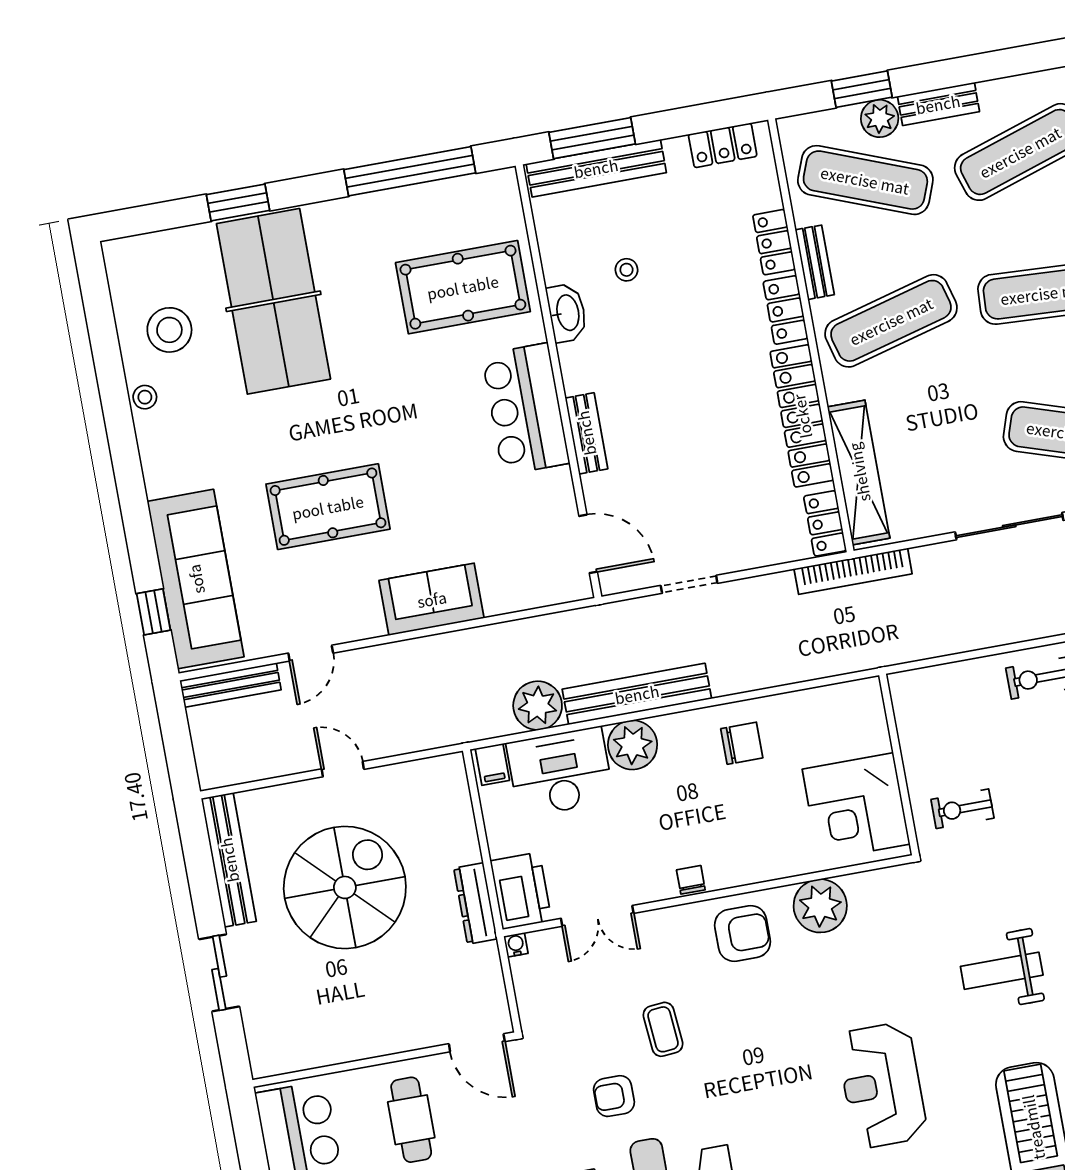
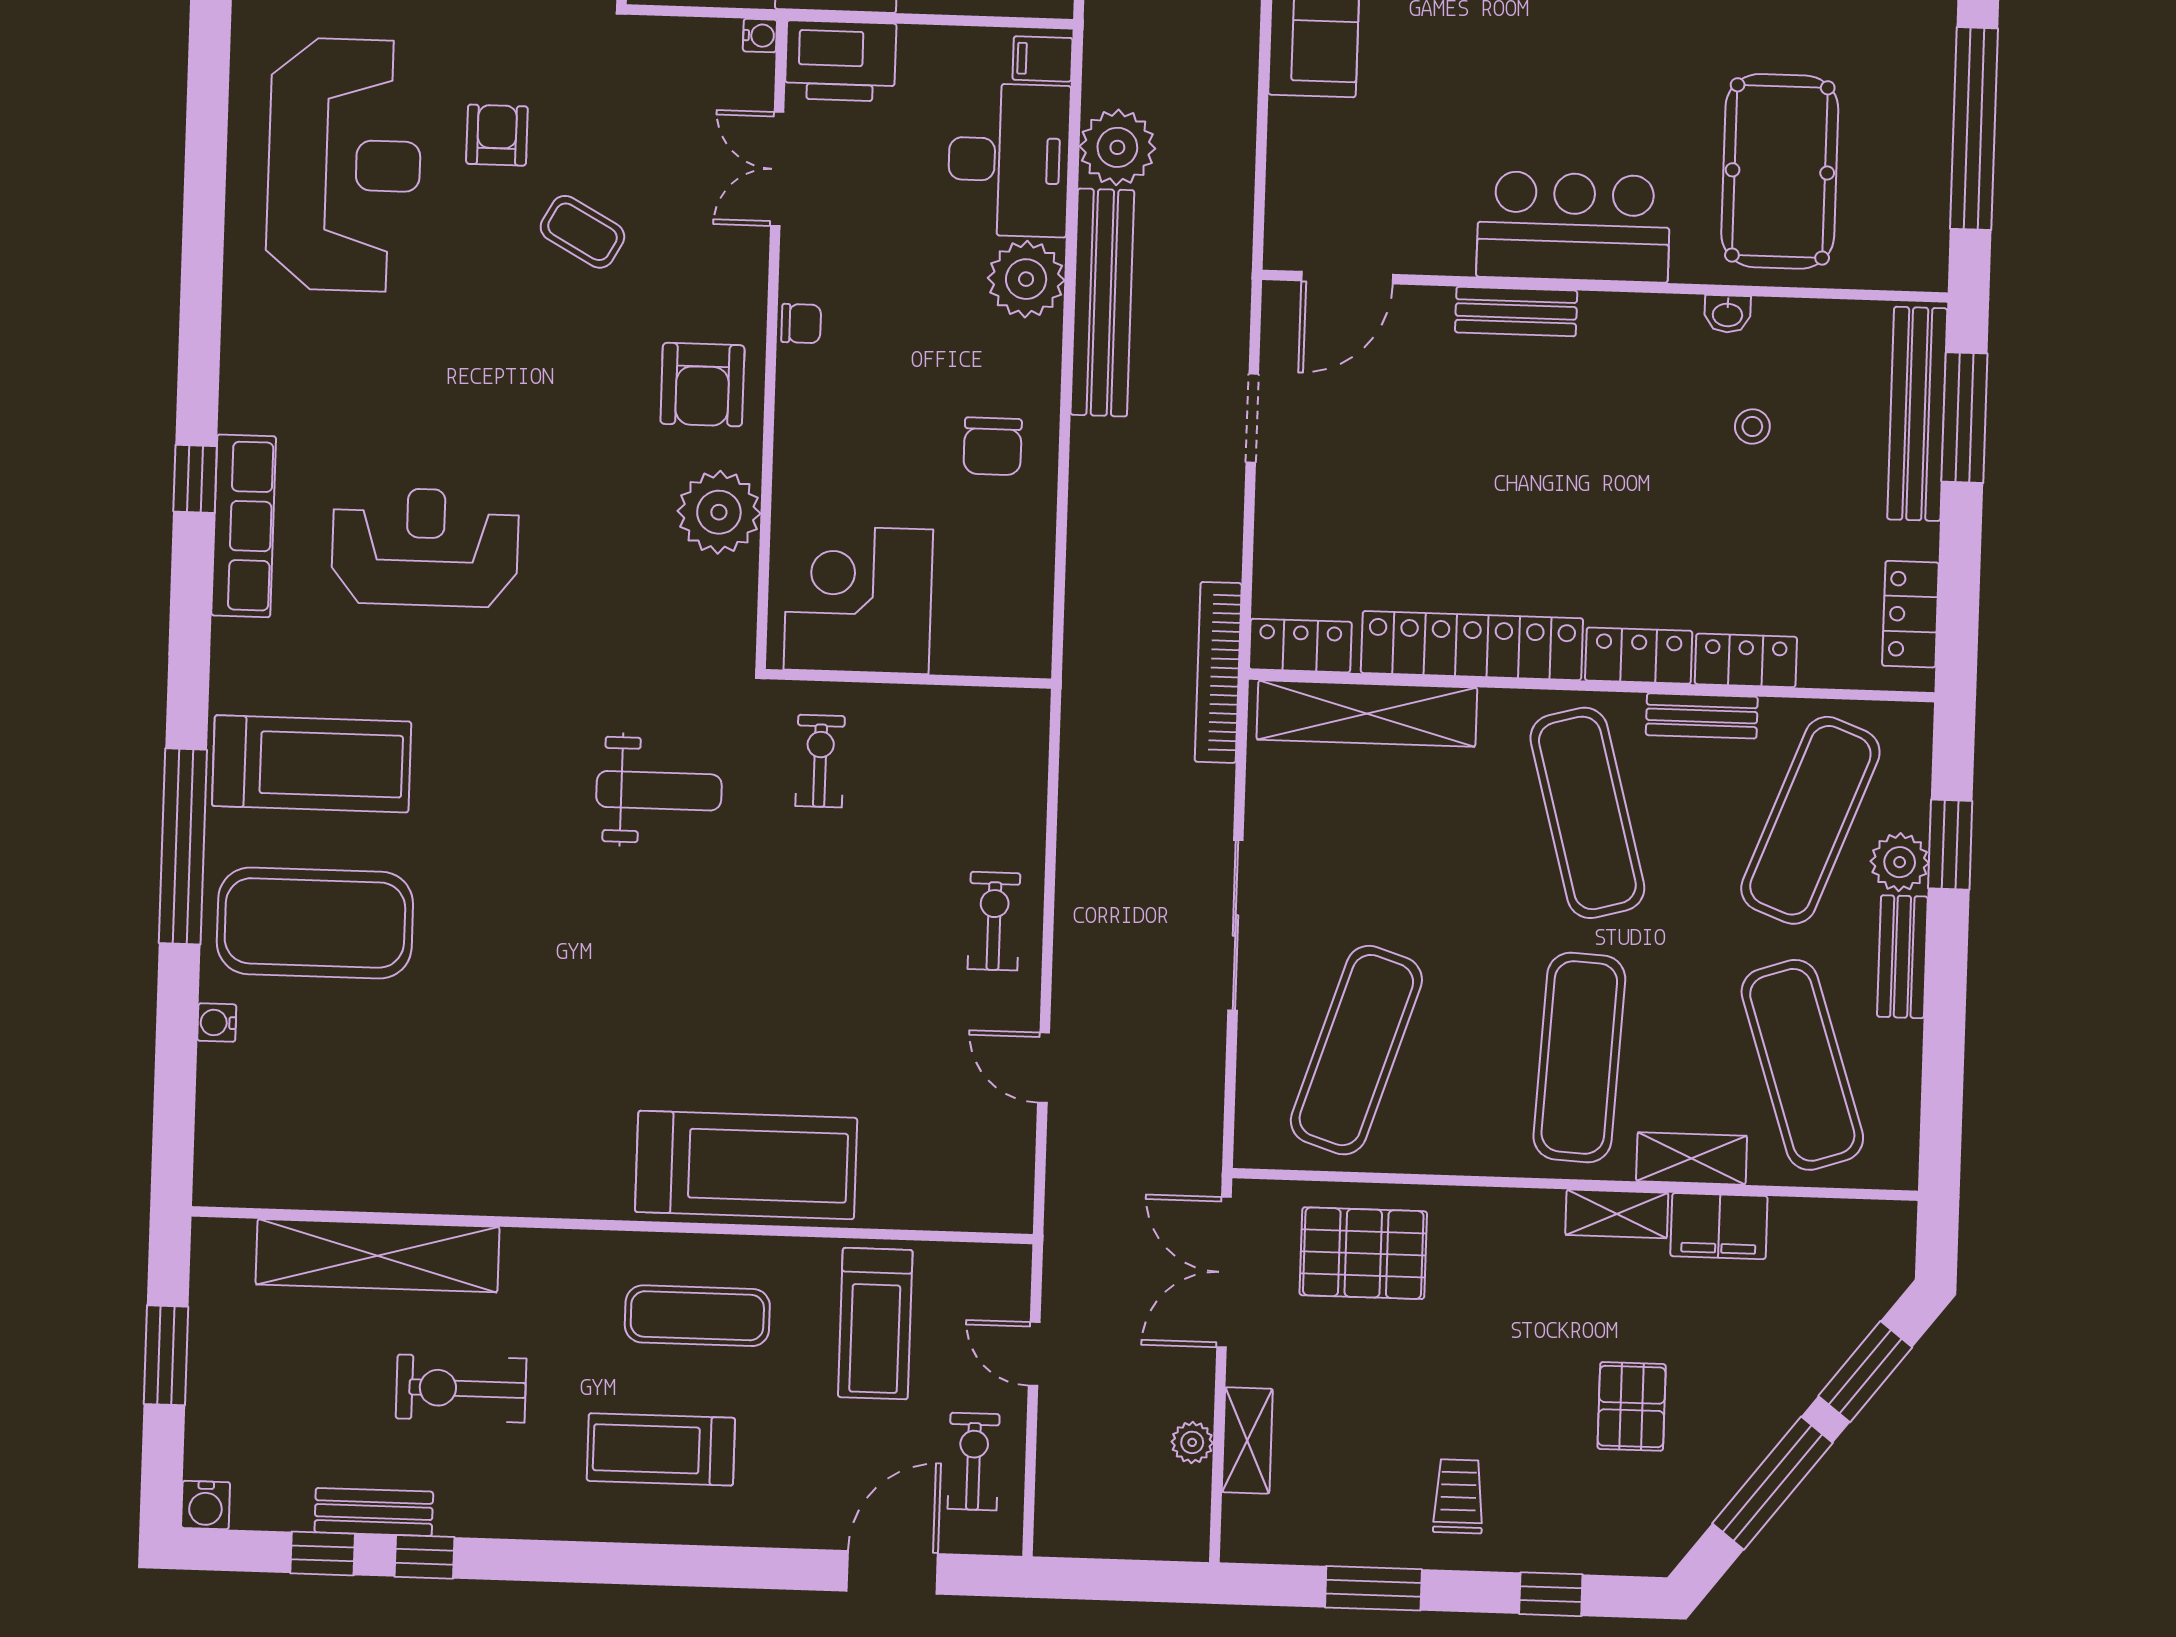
washbasin: (567, 313) -> (1728, 314), width x0.52, depth x0.69
weight bench: (1002, 971) -> (659, 791), moved, turned 90
coffee table: (663, 1029) -> (582, 232), turned 34

